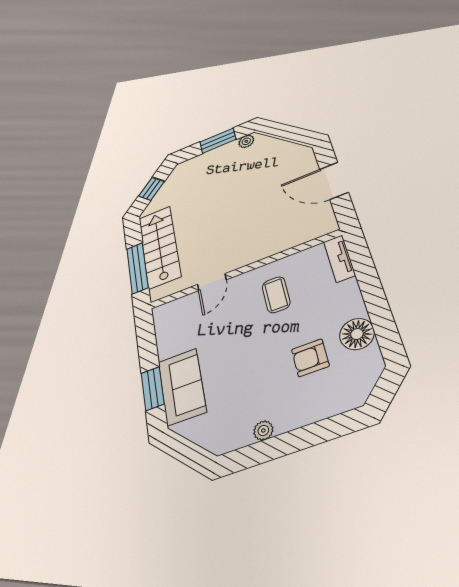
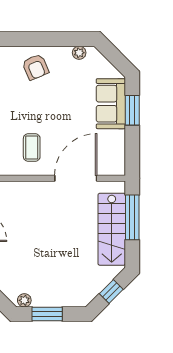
door: (212, 282) -> (76, 178), width x1.88
armchair: (310, 358) -> (35, 67), moved, turned 67
plant: (263, 431) -> (79, 53), moved

